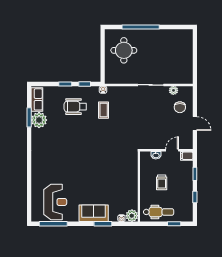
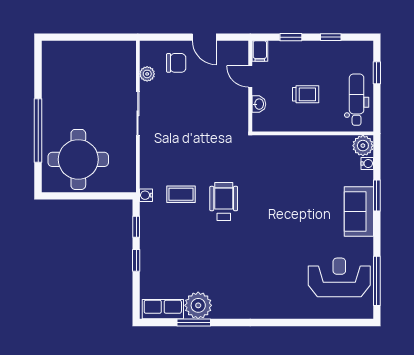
round table: (124, 50) -> (78, 159), width x1.36, depth x1.36
wheelchair: (75, 107) -> (224, 202), moved, turned 180
door: (195, 124) -> (204, 37), swing flipped

